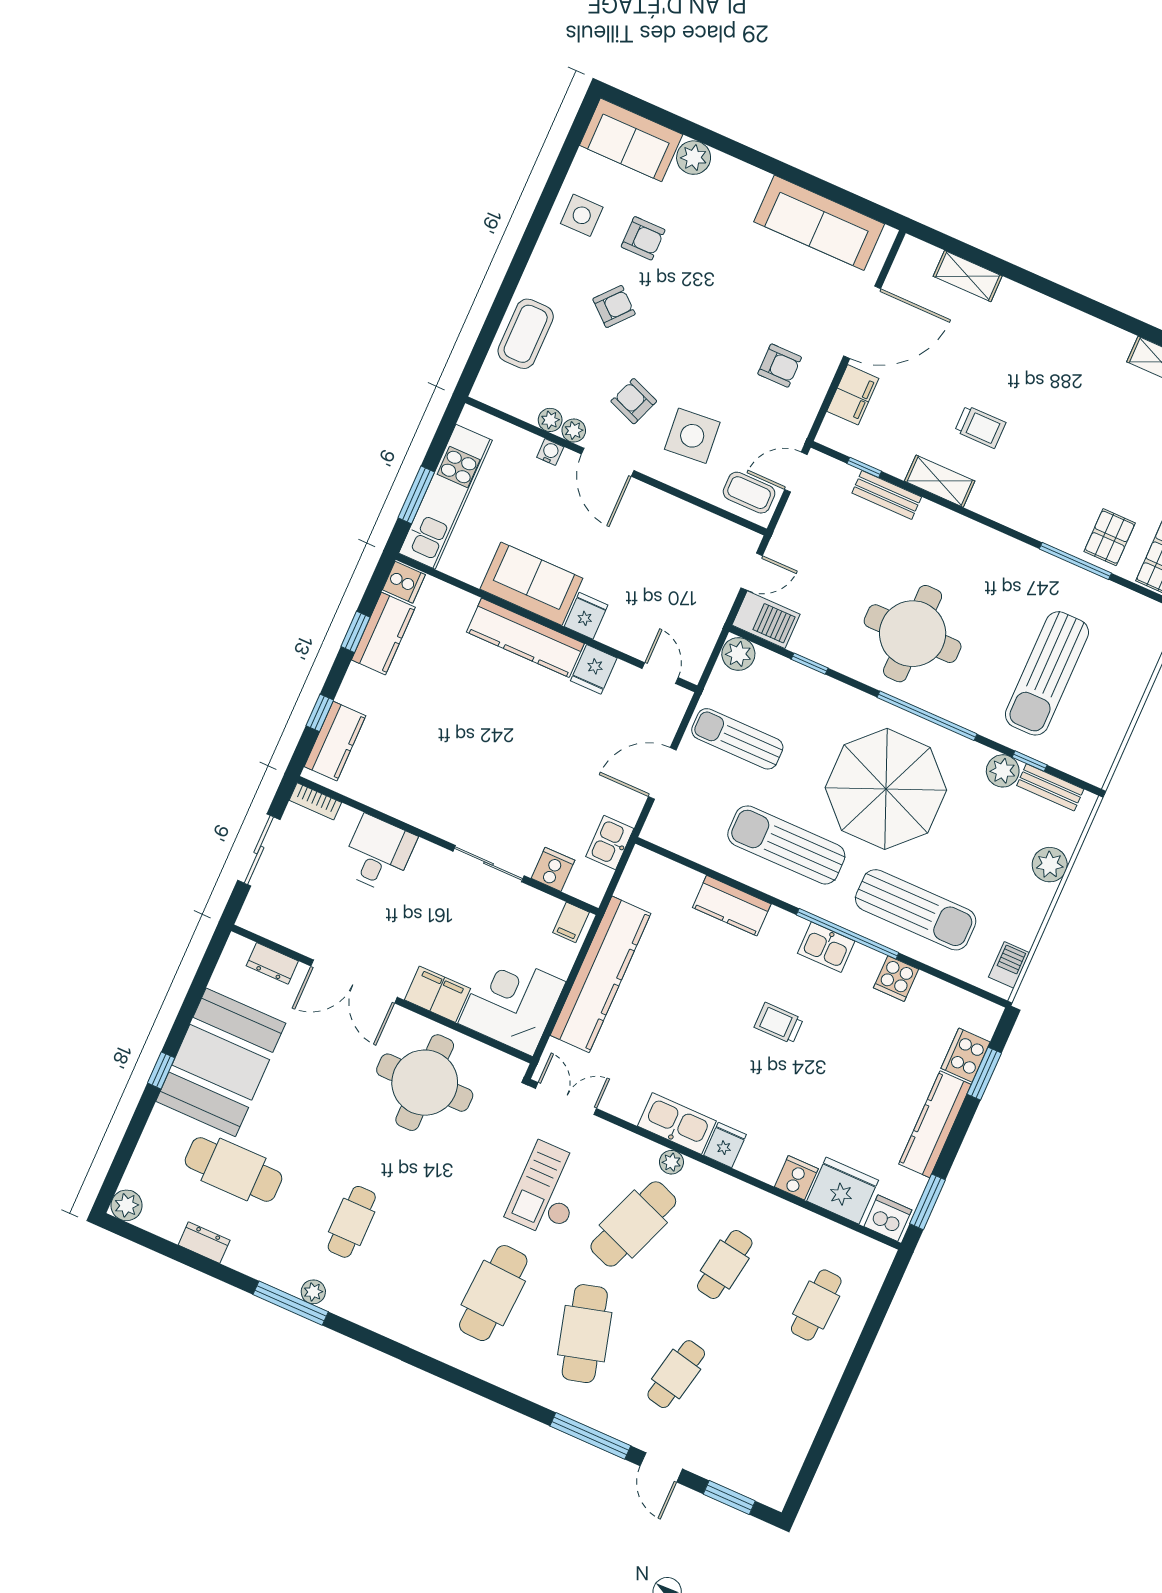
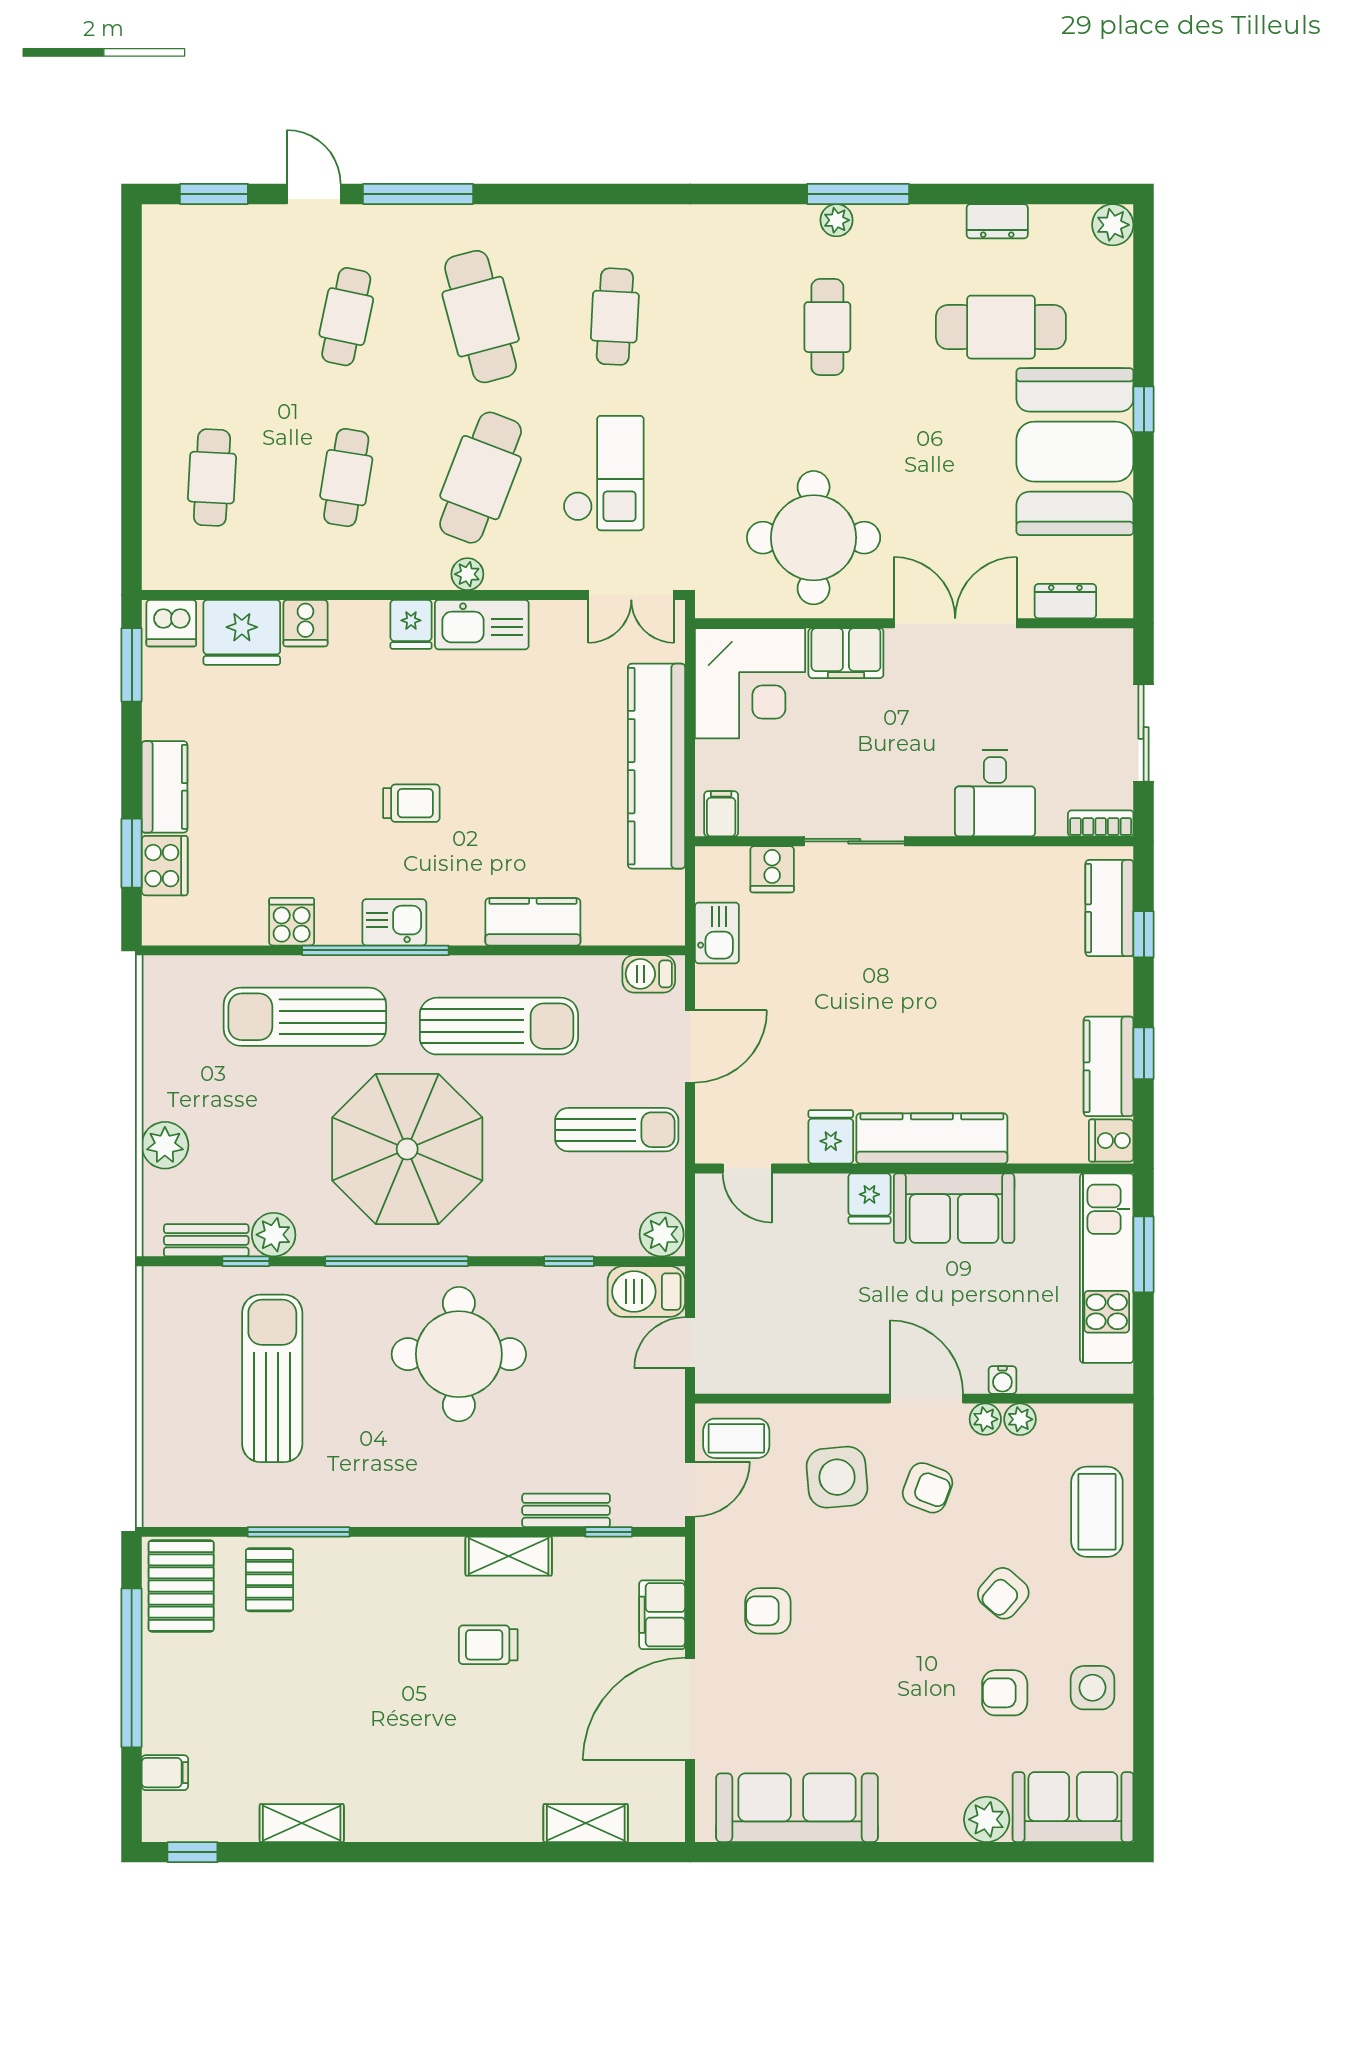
barbecue: (1009, 965) -> (649, 974), moved, turned 90
kitchen counter: (935, 1124) -> (165, 787), width x0.67
cafe table: (493, 1293) -> (615, 317), width x0.73, depth x0.74

